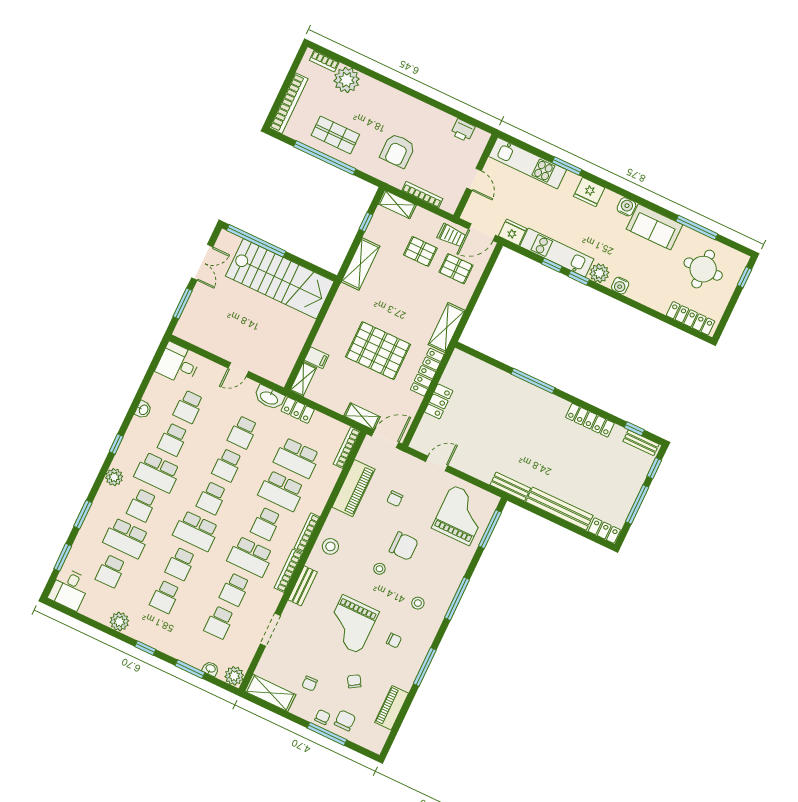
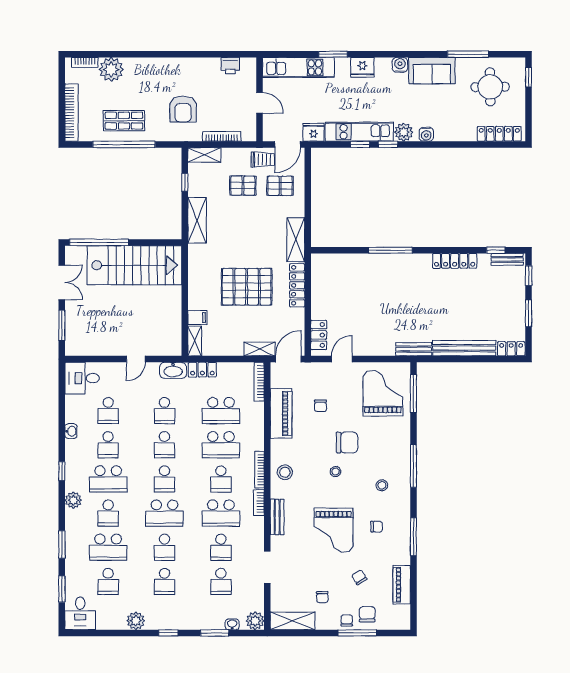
locker: (439, 401) -> (319, 335), moved
window: (637, 504) -> (529, 313), width x0.69
bookcase: (288, 571) -> (259, 502), width x0.64

